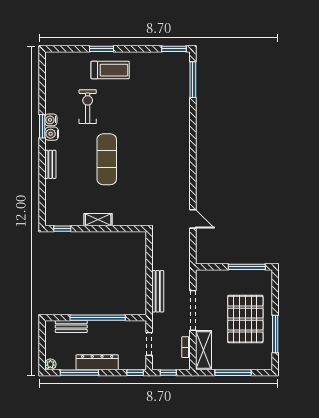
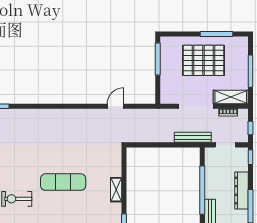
bench: (158, 291) -> (193, 137), moved

